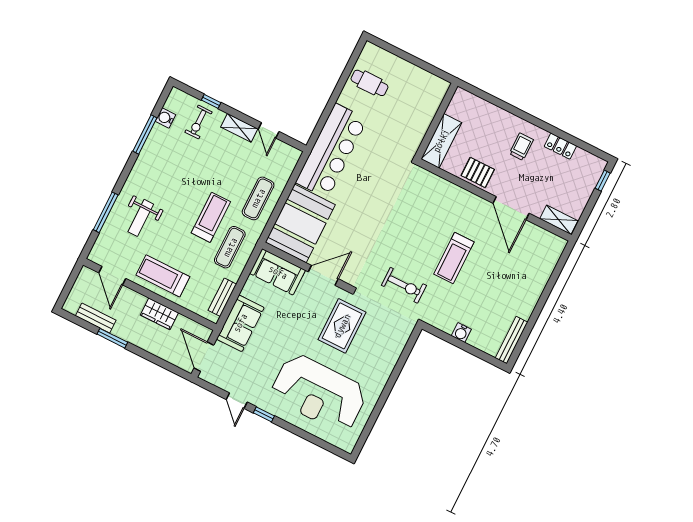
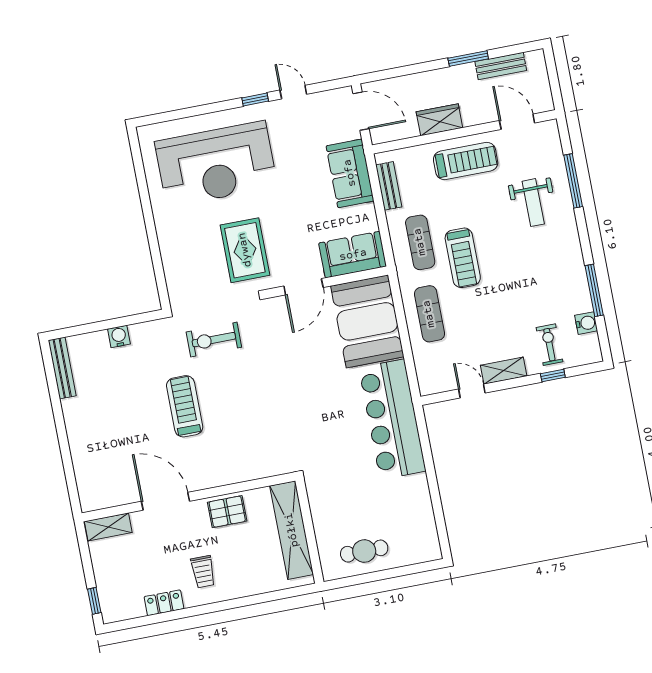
cafe table: (369, 83) -> (364, 551), moved
shelving: (441, 141) -> (292, 530), width x1.47
weight bench: (141, 218) -> (533, 203), turned 180
reception desk: (319, 393) -> (216, 164), turned 180

